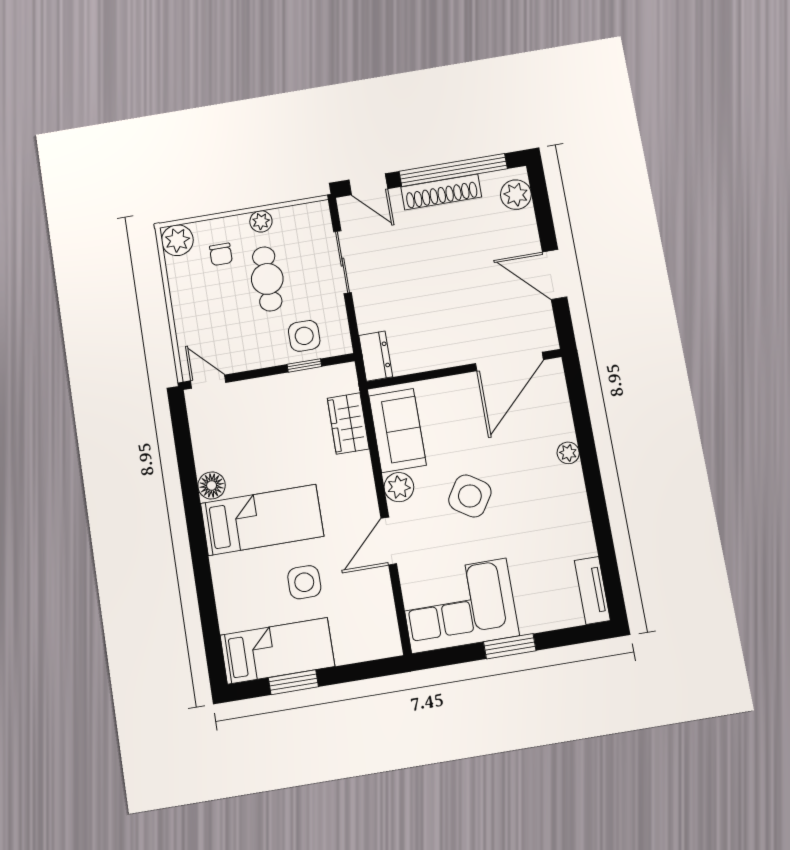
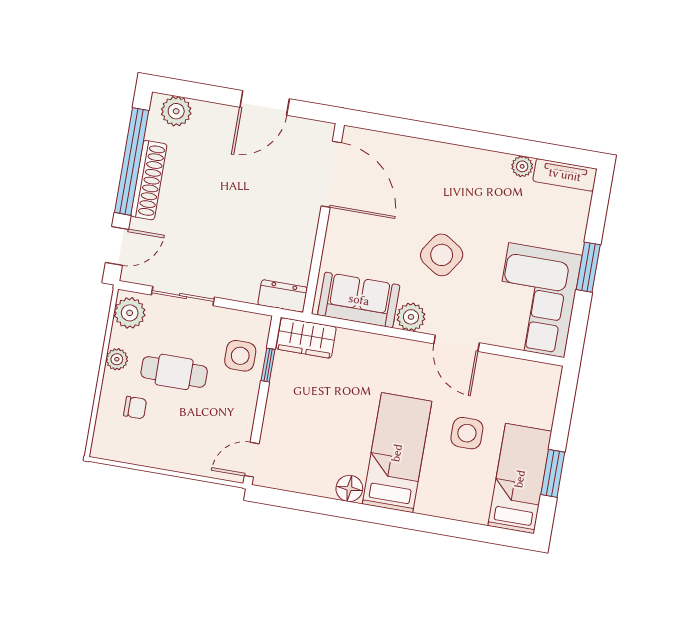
plant: (177, 240) -> (130, 313), moved
wardrobe: (348, 424) -> (306, 338), moved
plant: (568, 453) -> (522, 166), moved

